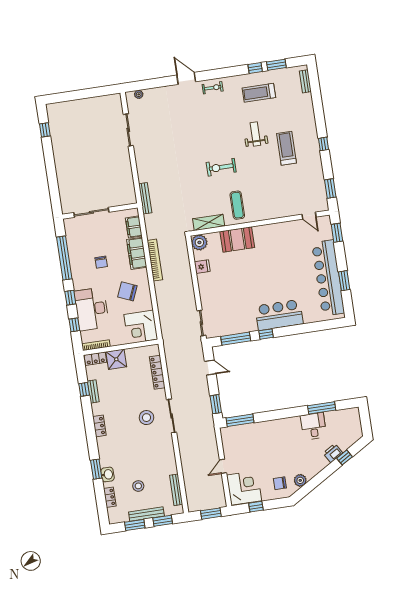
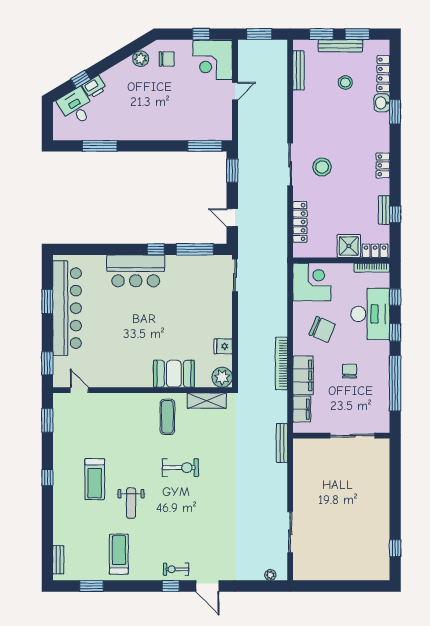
window: (255, 68) -> (171, 586), moved
treadmill: (259, 93) -> (119, 554), turned -90
desk: (314, 426) -> (76, 107), moved, turned 149
locker: (110, 497) -> (383, 74), width x1.53

